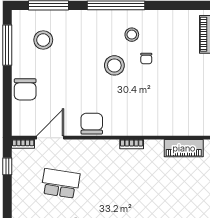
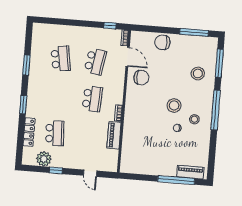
stool: (43, 40) -> (198, 74), moved
chair: (92, 124) -> (141, 78), moved
piano: (184, 148) -> (114, 135), moved
school desk: (114, 183) -> (92, 99), added

